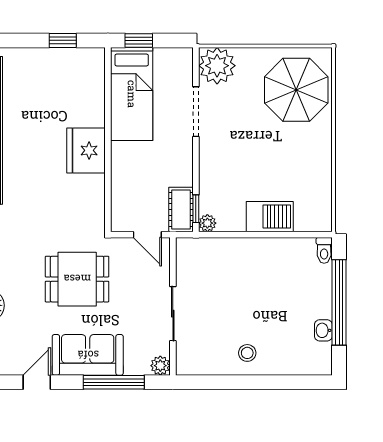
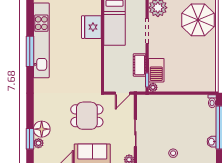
fridge: (86, 150) -> (91, 27), moved
cot: (181, 209) -> (140, 65), moved
barbecue: (270, 217) -> (156, 70), moved, turned 90
door: (147, 235) -> (123, 93), hinge flipped

